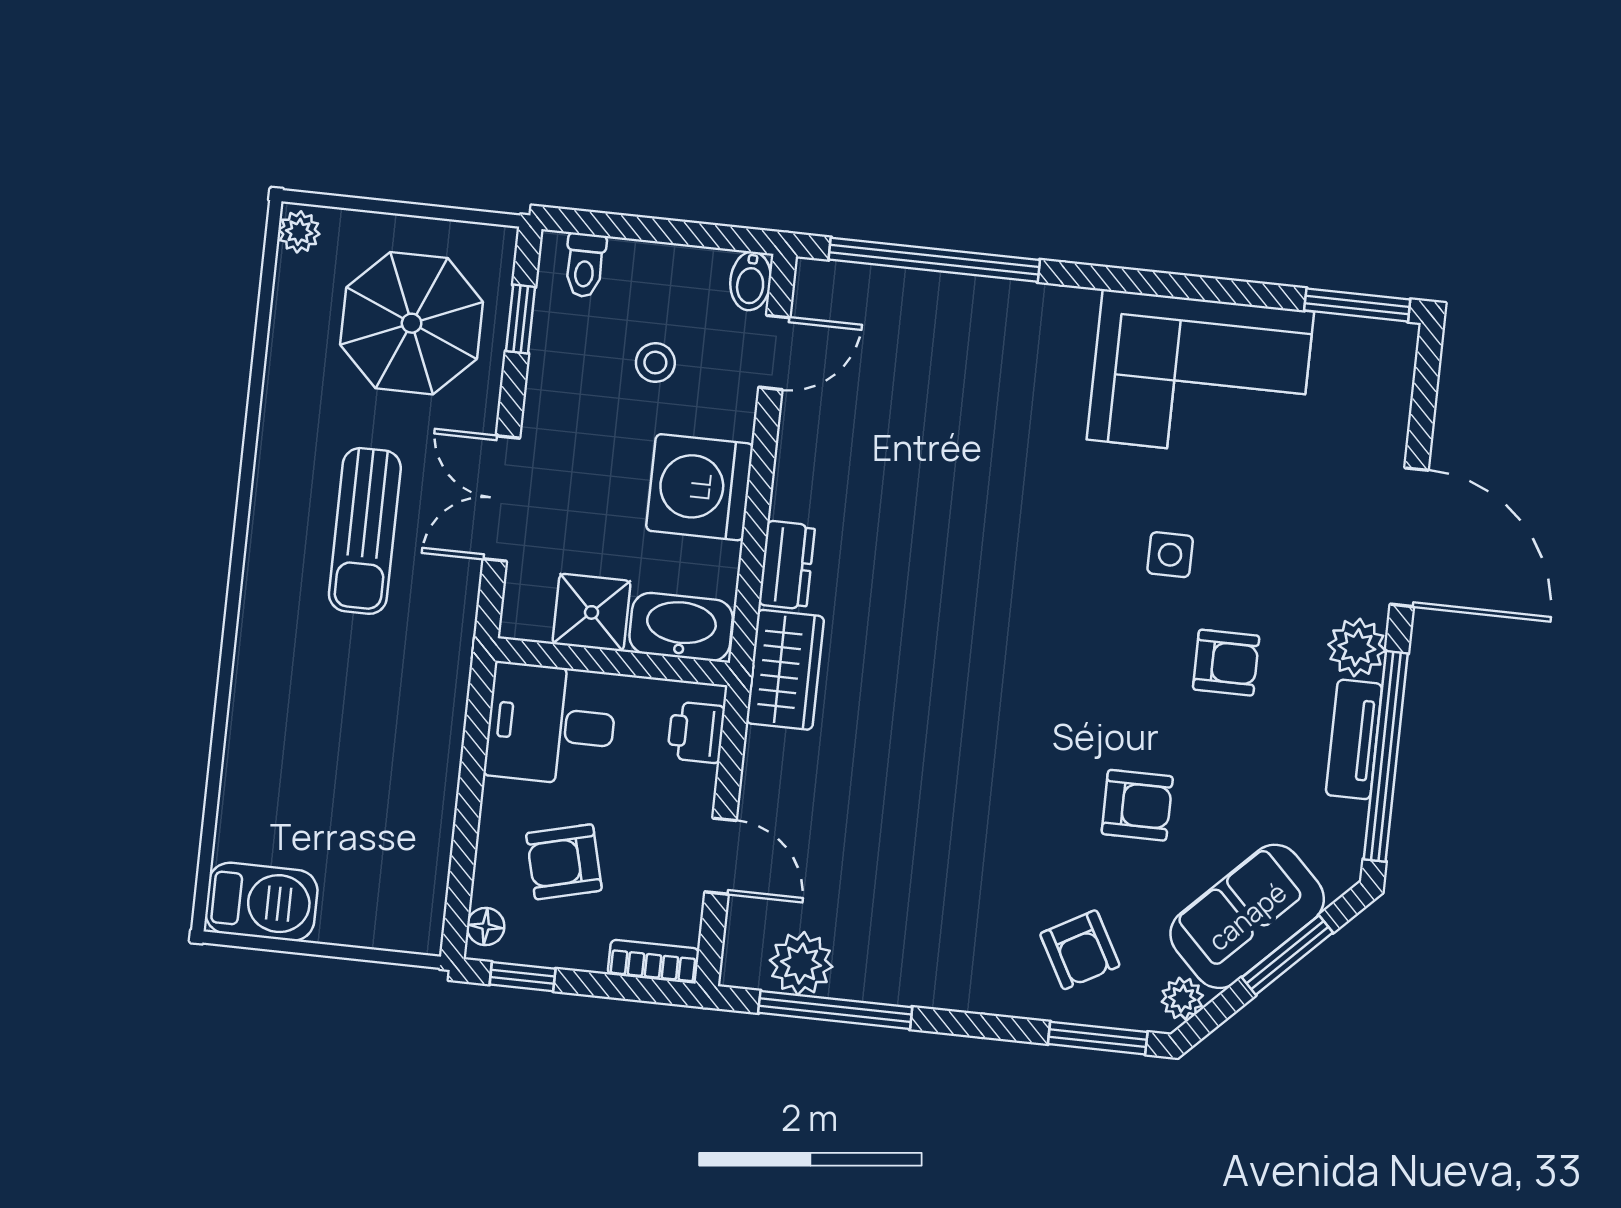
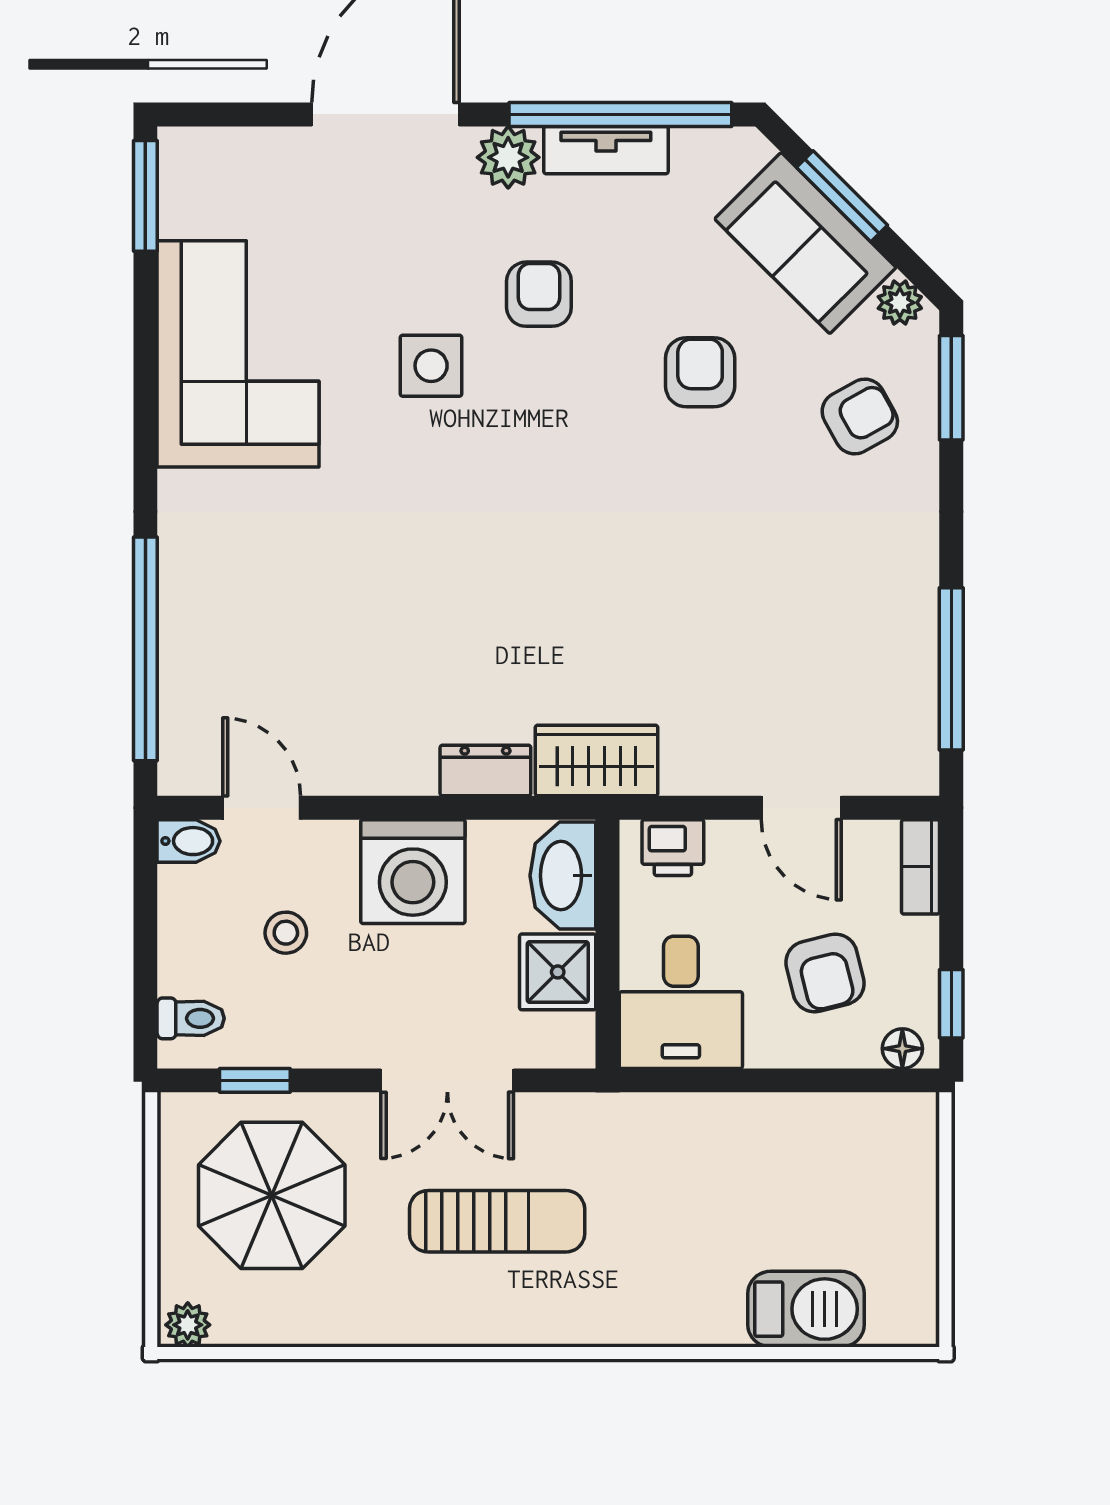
side table: (1170, 555) -> (431, 366), width x1.37, depth x1.37
door: (720, 856) -> (801, 808), swing flipped
barbecue: (261, 902) -> (806, 1309), moved, turned 90
plant: (801, 963) -> (906, 710), removed

